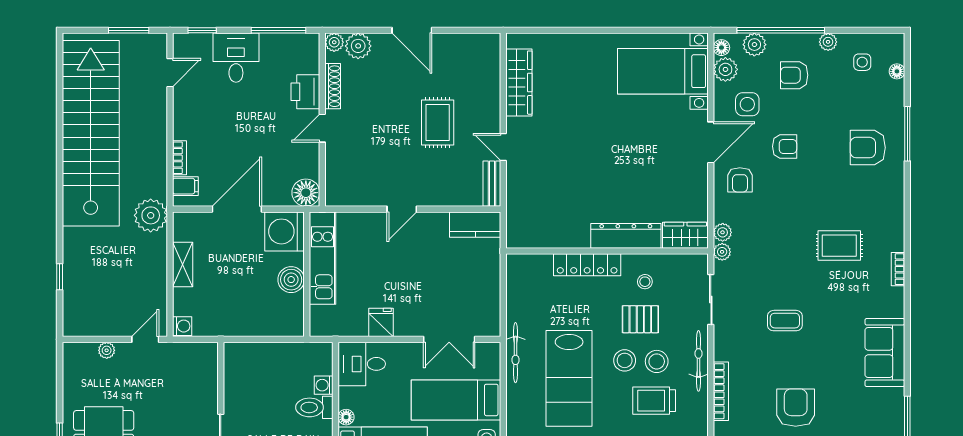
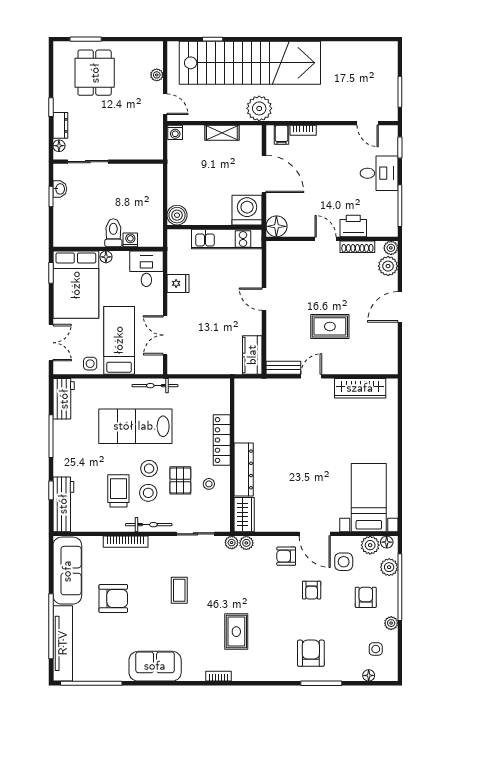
stairs: (91, 133) -> (250, 63), moved
boiler: (291, 280) -> (177, 215), moved

